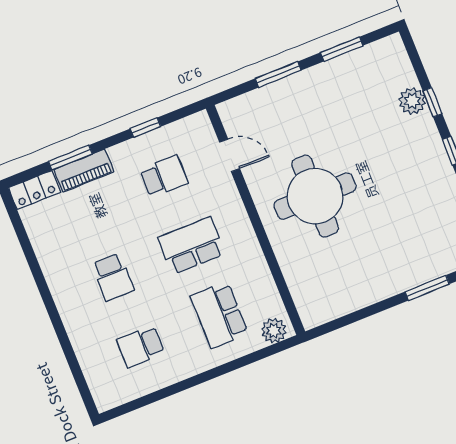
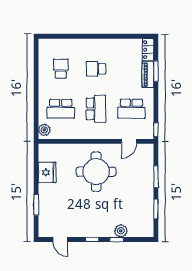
window: (145, 128) -> (156, 130), moved
school desk: (164, 176) -> (131, 109), width x1.85
fridge: (355, 292) -> (47, 172), added
school desk: (219, 315) -> (61, 109), turned 180

